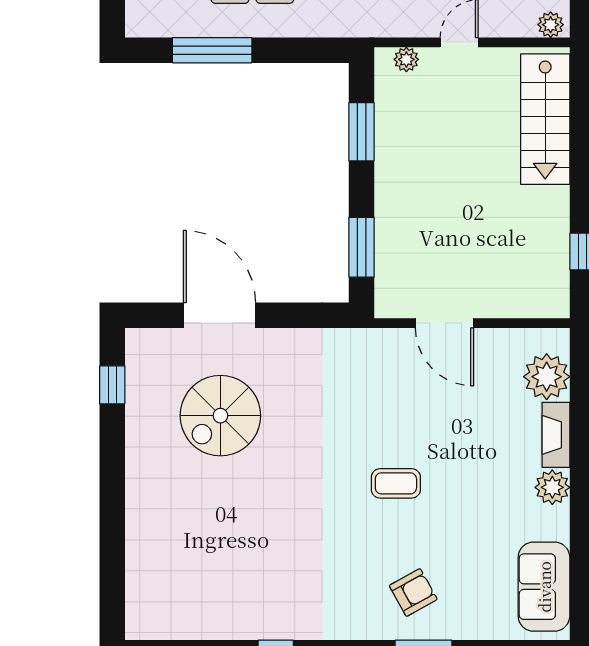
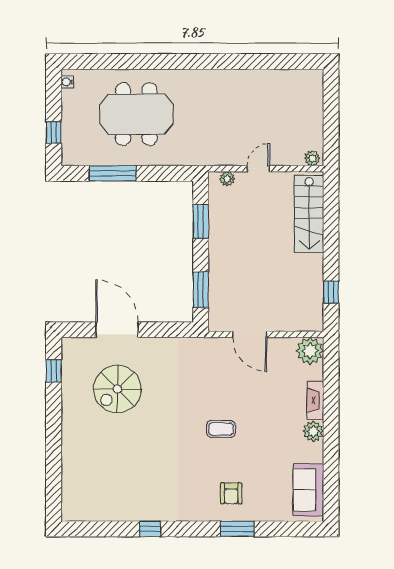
plant: (547, 377) -> (310, 351), moved
armchair: (413, 592) -> (231, 493), turned 119

